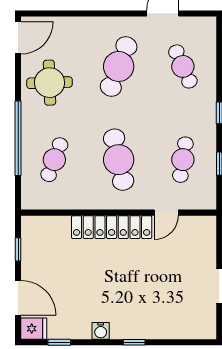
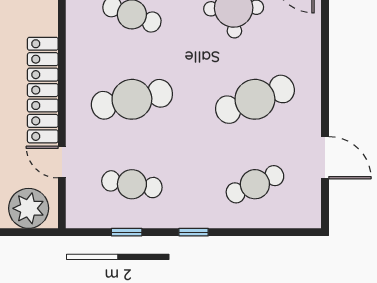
cafe table: (119, 66) -> (255, 99), turned -42
plant: (201, 238) -> (29, 208), added

